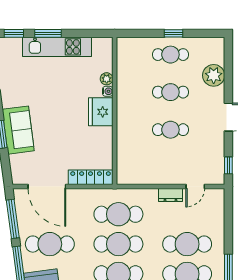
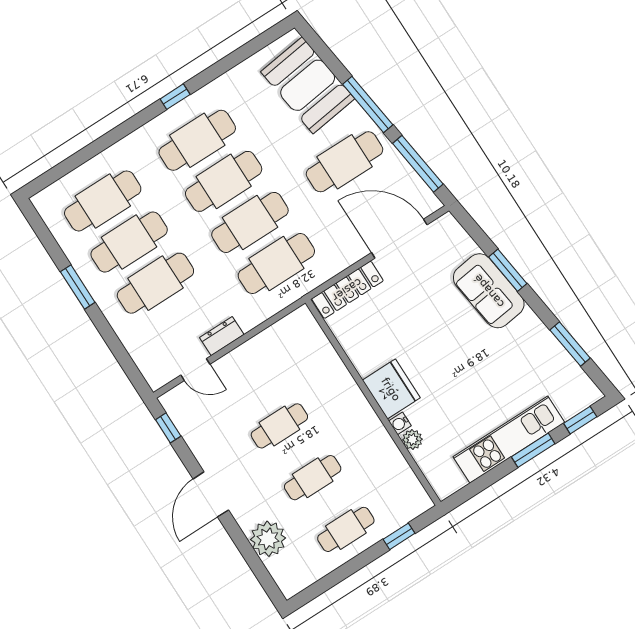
window: (174, 33) -> (399, 536), moved
door: (195, 186) -> (195, 370), swing flipped

